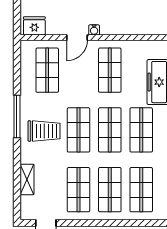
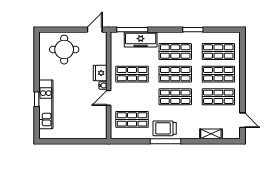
fridge: (34, 26) -> (100, 73), moved
door: (77, 38) -> (109, 98), swing flipped
trolley: (44, 131) -> (165, 128), moved, turned -90

